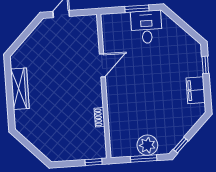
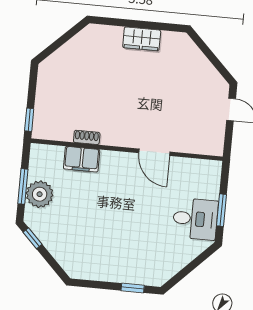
wardrobe: (20, 89) -> (142, 39), width x0.67
filing cabinet: (196, 90) -> (82, 159), moved, turned 180

